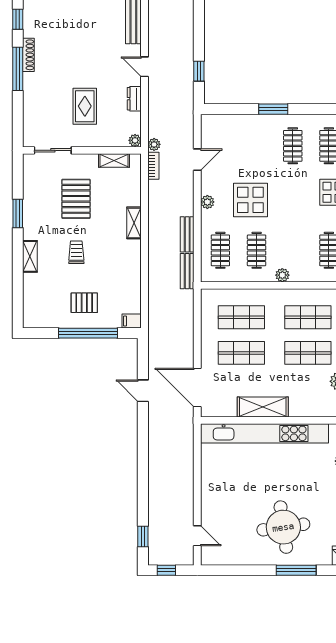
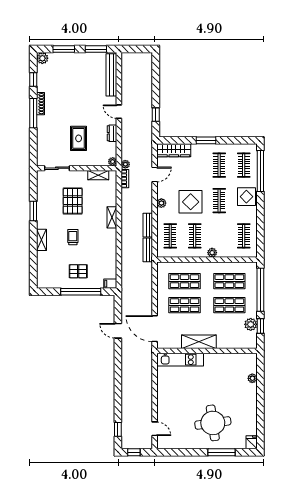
wardrobe: (226, 124) -> (174, 150), added
clothes rail: (293, 198) -> (219, 201), added
kitchen unit: (264, 433) -> (180, 360), width x0.54

